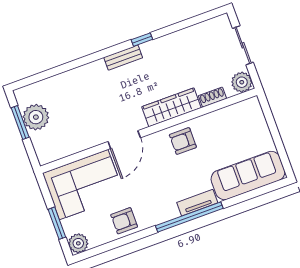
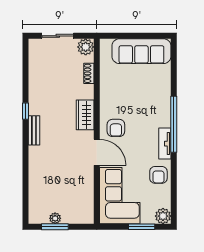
wardrobe: (171, 107) -> (85, 115), width x0.67
plant: (36, 117) -> (55, 218), width x0.53, depth x0.53
armchair: (183, 141) -> (116, 128), moved
sofa: (248, 176) -> (141, 51), moved, turned -90
tv unit: (197, 203) -> (165, 144), moved

